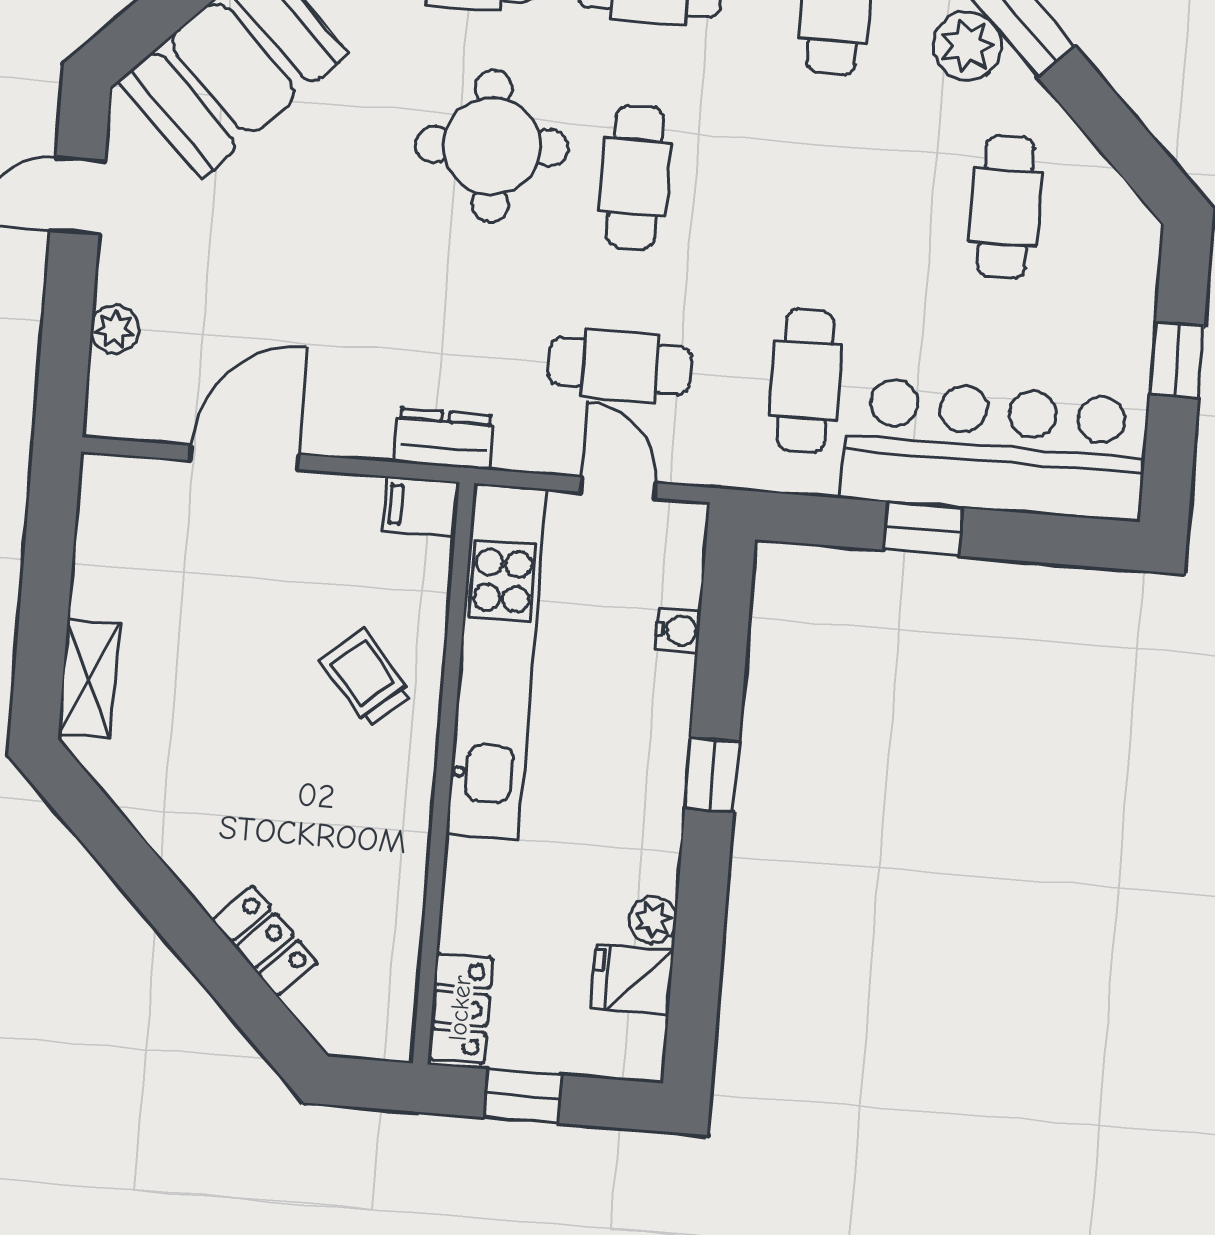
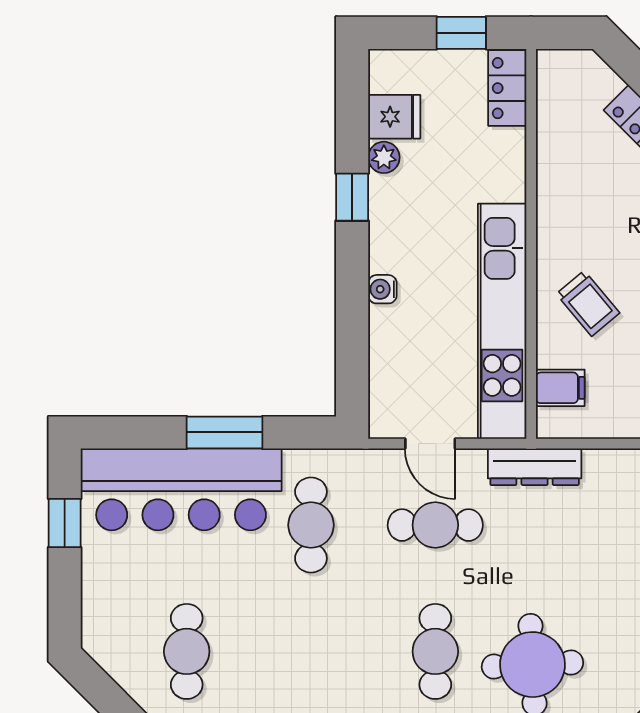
window: (1177, 360) -> (65, 523), moved
dresser: (444, 439) -> (535, 467), width x1.44
filing cabinet: (421, 506) -> (560, 388), moved
window: (923, 529) -> (225, 432), width x1.50
water cooler: (678, 630) -> (382, 289), moved
window: (712, 775) -> (352, 197), moved

